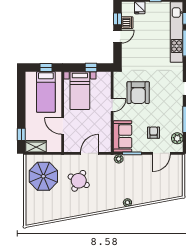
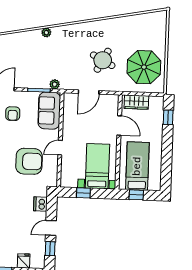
dishwasher: (127, 23) -> (40, 204), moved
armchair: (138, 93) -> (29, 161), turned 90
wardrobe: (36, 146) -> (136, 102), moved

